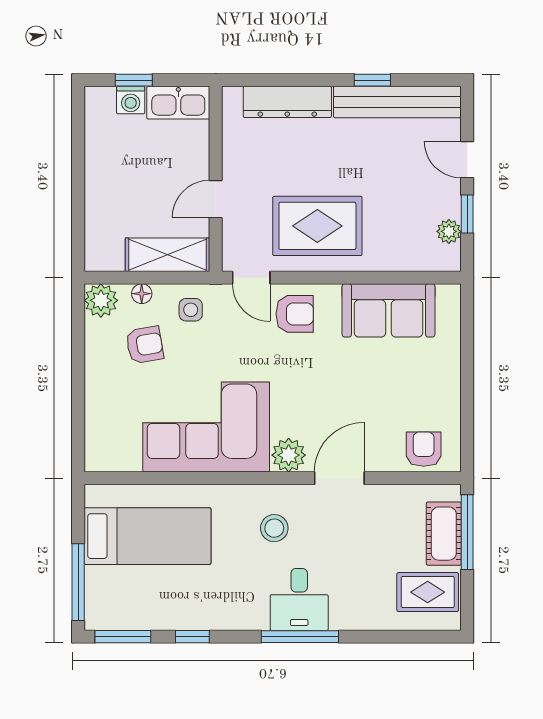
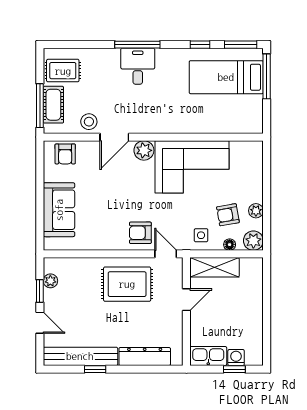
sofa: (389, 310) -> (59, 210), moved, turned 90
plant: (97, 352) -> (256, 211), added
stool: (274, 528) -> (89, 122), moved
bed: (147, 536) -> (226, 77), moved

